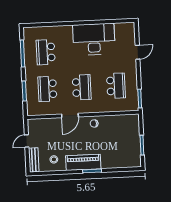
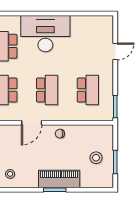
desk: (94, 39) -> (45, 34), moved
stool: (126, 142) -> (96, 158), added
piano: (83, 162) -> (59, 179), moved

